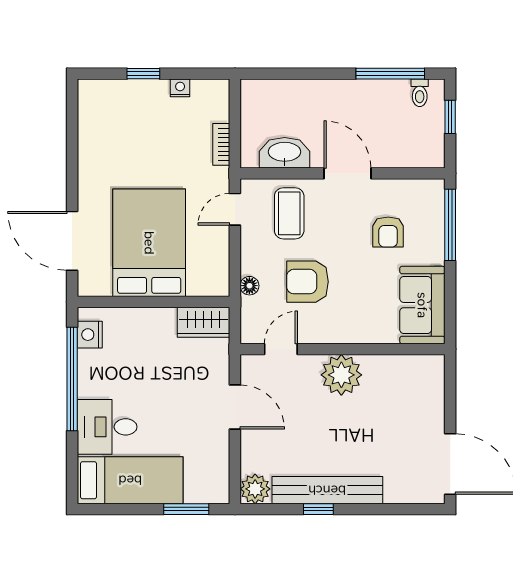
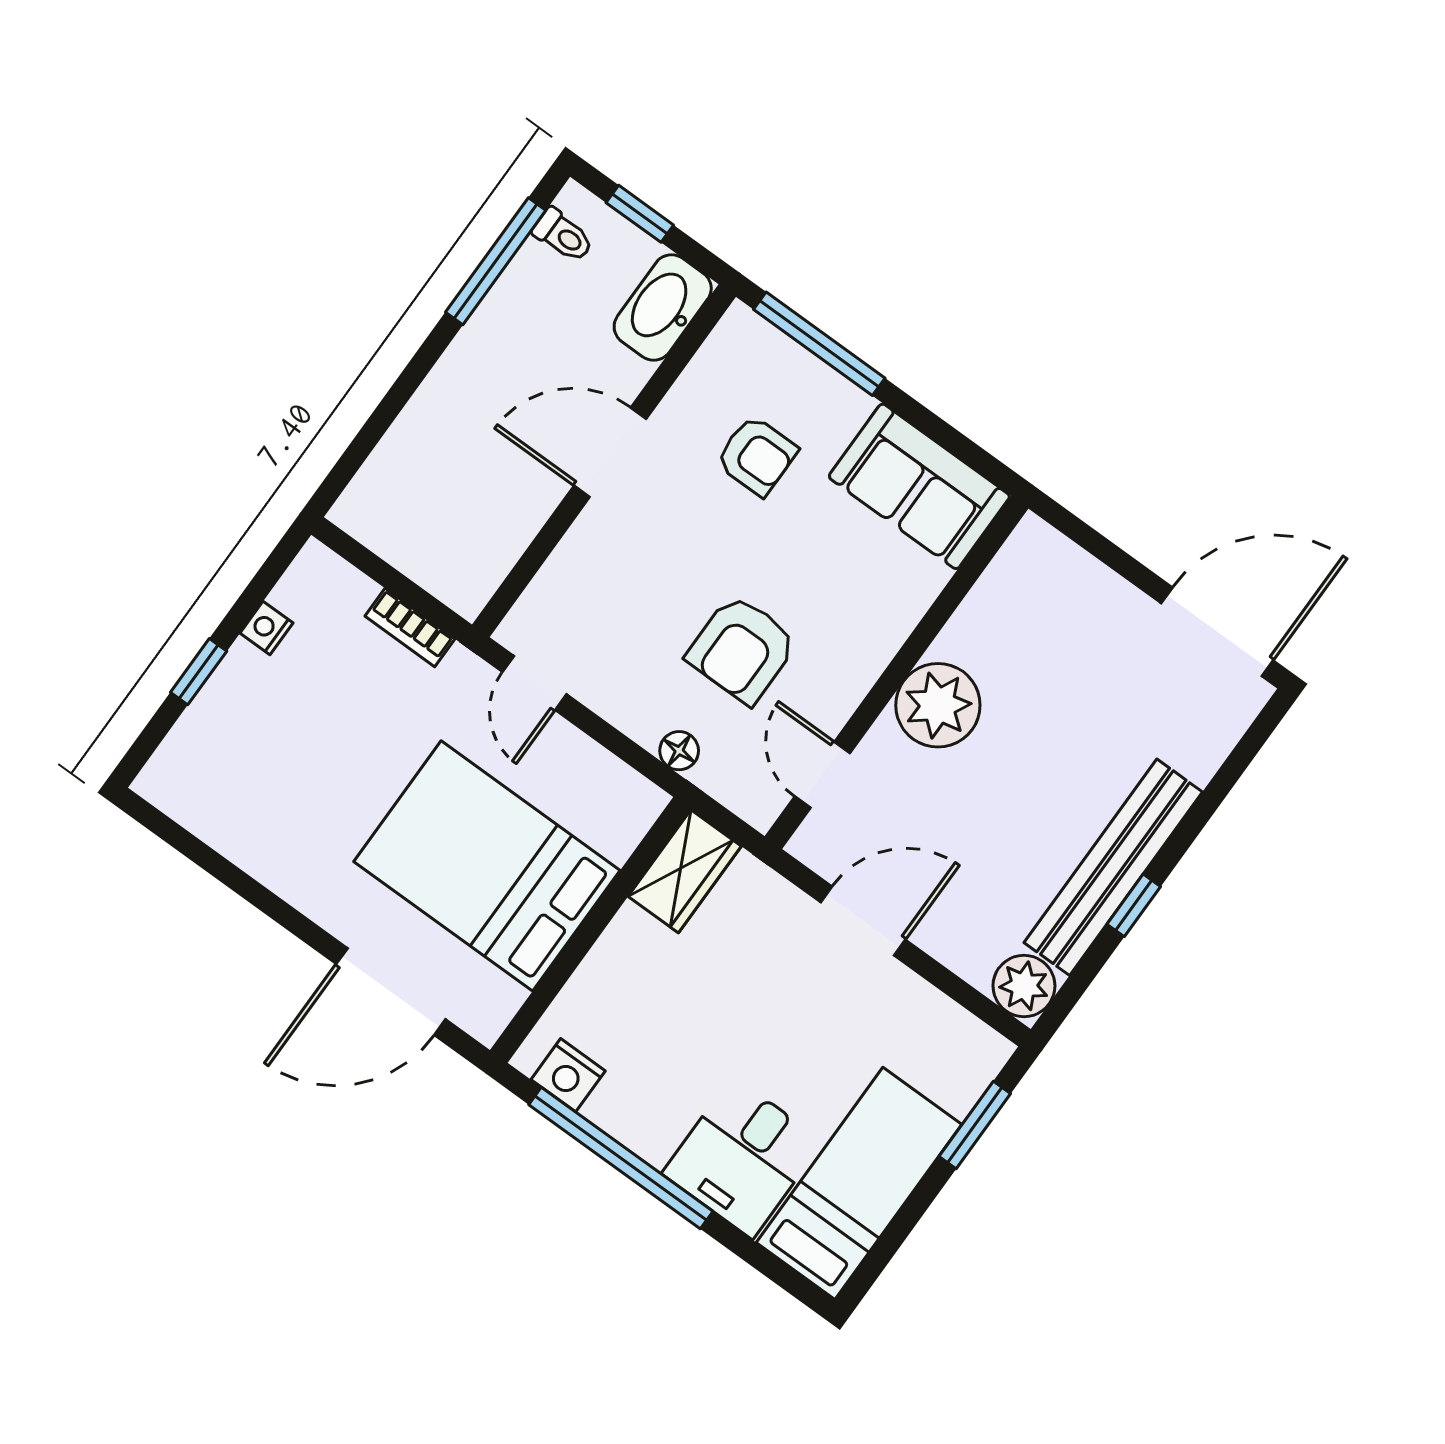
washbasin: (285, 153) -> (663, 307), moved
coffee table: (289, 213) -> (607, 597), removed

